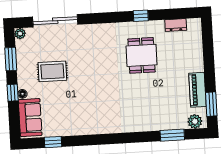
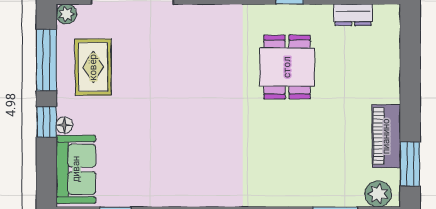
window: (11, 59) -> (46, 60), width x1.44
rug: (52, 71) -> (93, 67), moved, turned 90

